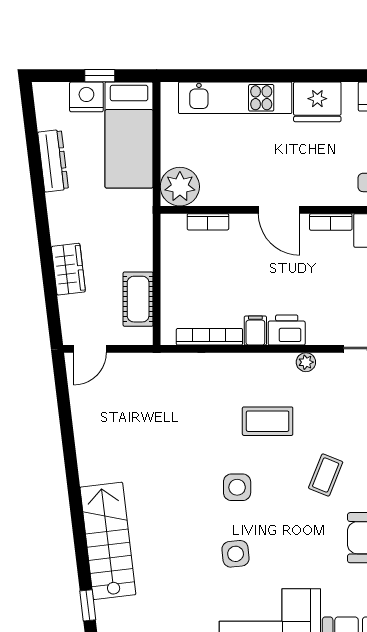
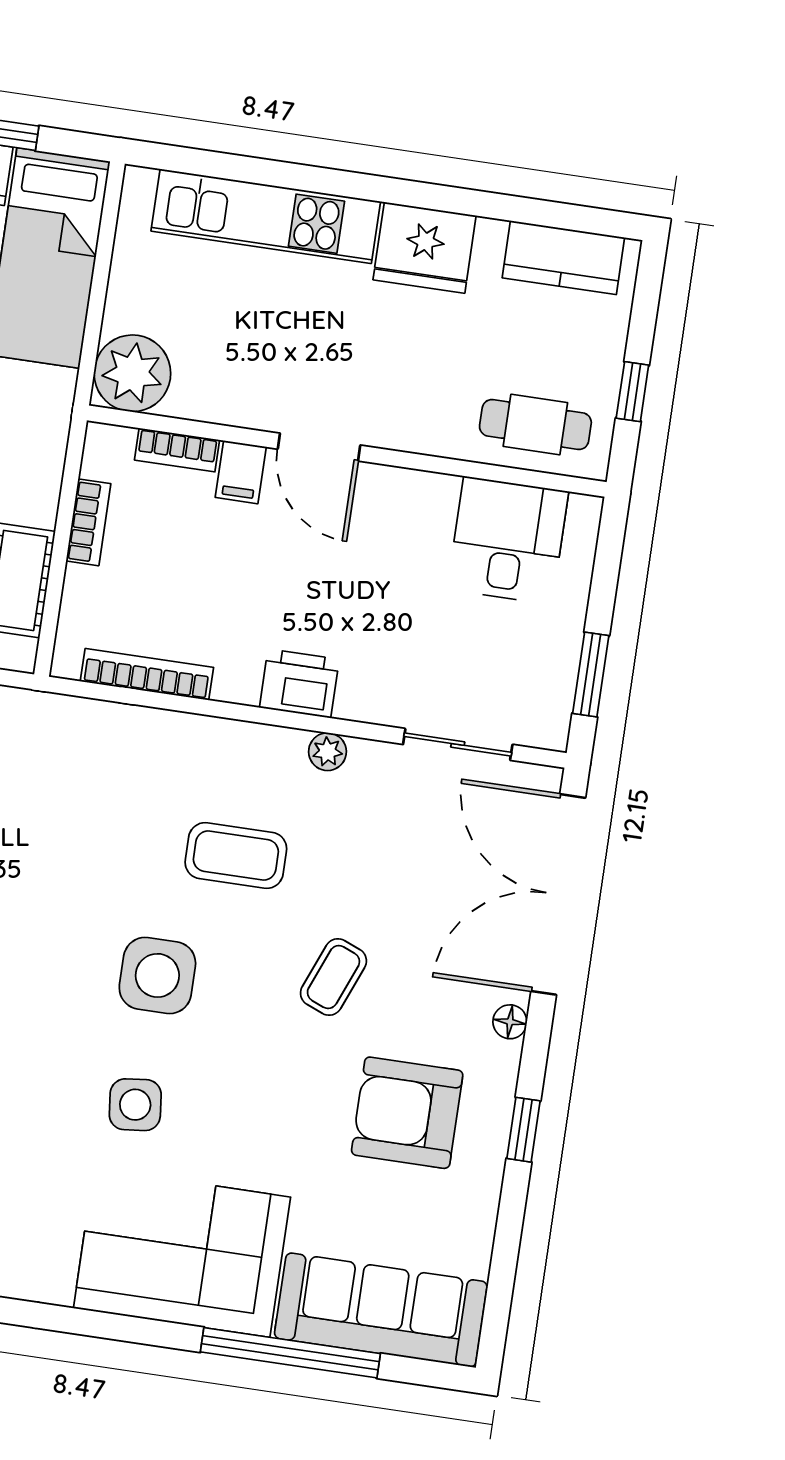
bookcase: (331, 222) -> (88, 522), moved, turned -90
filing cabinet: (255, 331) -> (241, 472), moved, turned 180
side table: (237, 487) -> (157, 975), width x1.37, depth x1.37

